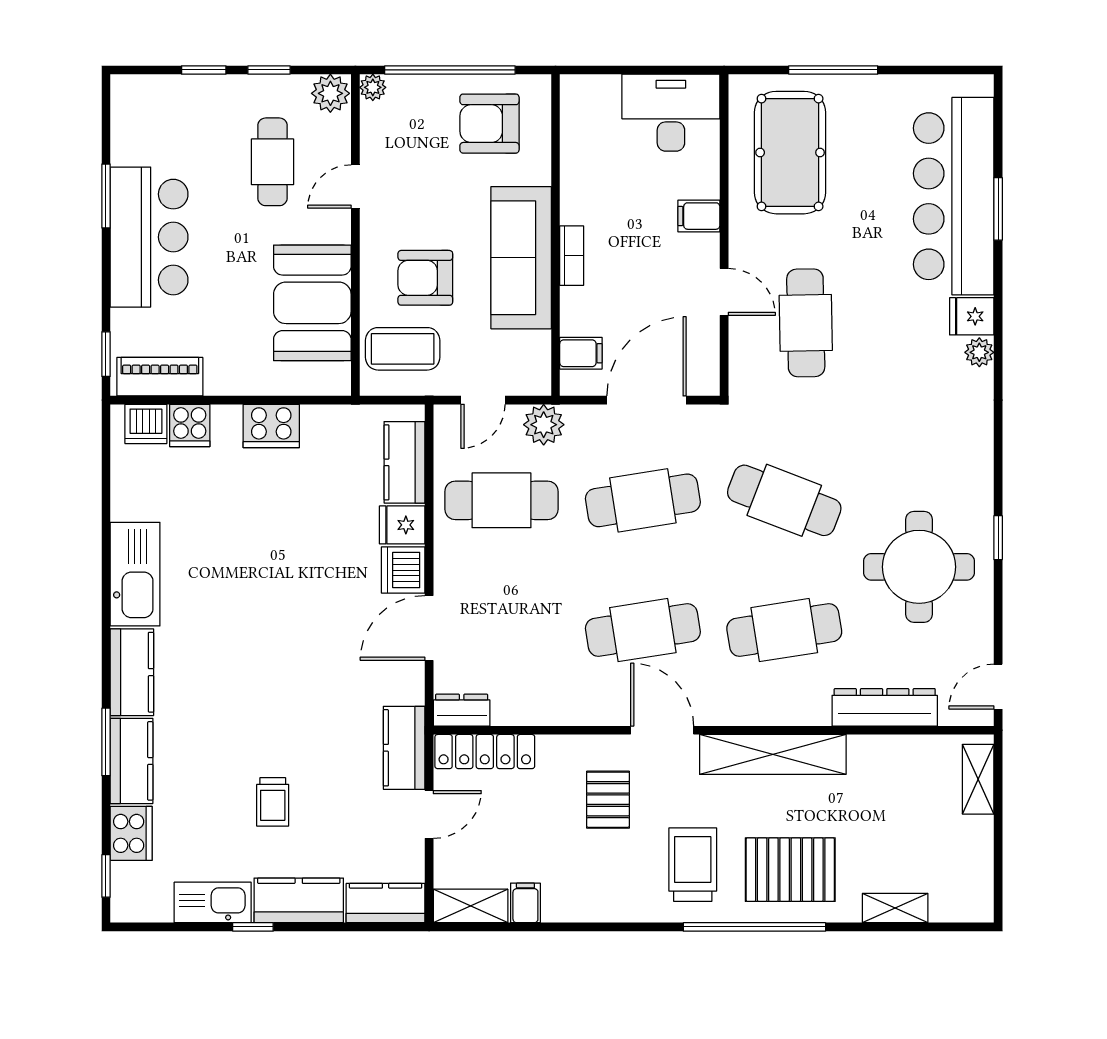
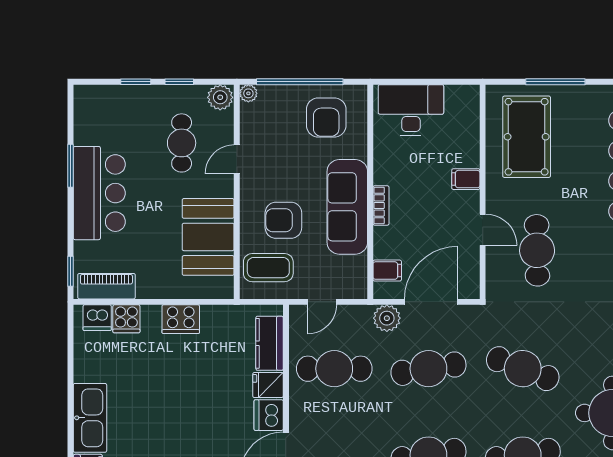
desk: (671, 113) -> (411, 110), moved
armchair: (489, 124) -> (326, 117), turned -90
plant: (544, 425) -> (387, 318), moved

